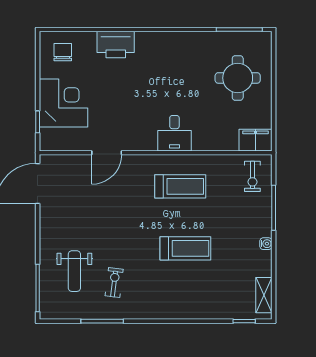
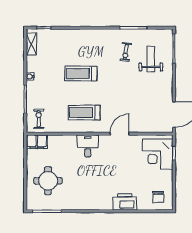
corner desk: (63, 103) -> (158, 154), moved
door: (107, 153) -> (120, 134), moved

